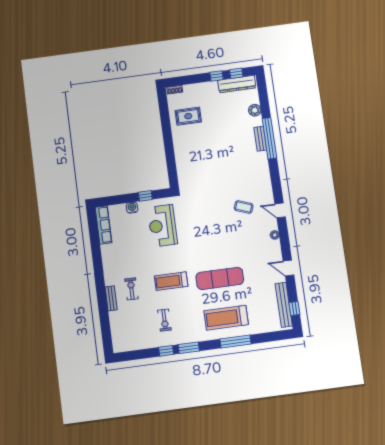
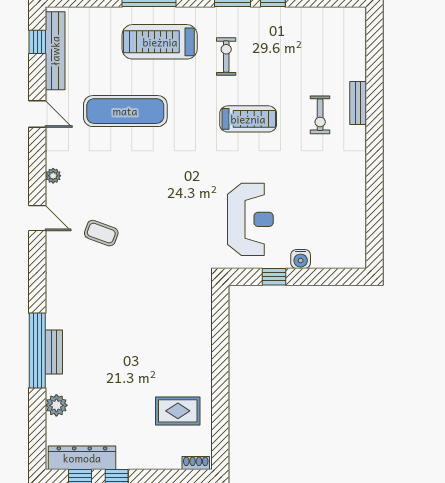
row of seats: (104, 225) -> (355, 235), removed
exercise mat: (220, 278) -> (125, 111), moved
treadmill: (226, 318) -> (160, 42), turned 180
exercise bike: (164, 320) -> (226, 56), moved

